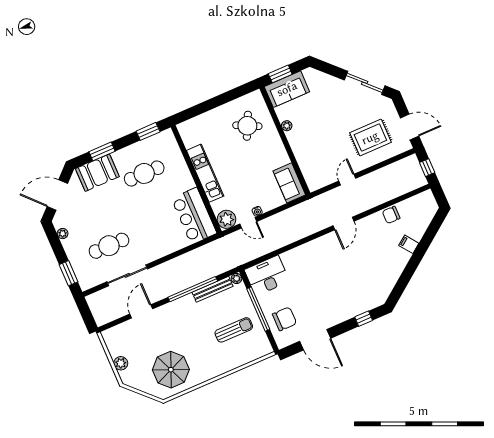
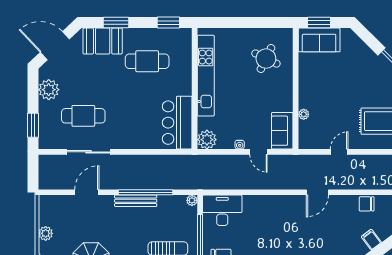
plant: (287, 126) -> (304, 114), moved
kitchen unit: (205, 173) -> (206, 76), width x1.36
door: (248, 223) -> (258, 152), moved
plant: (63, 234) -> (49, 90), width x1.88, depth x1.88
bench: (213, 289) -> (136, 201), moved

